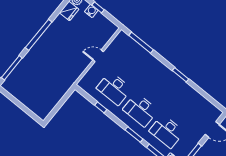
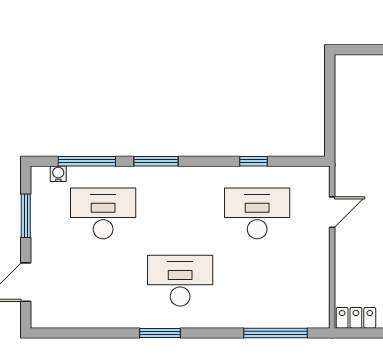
locker: (109, 25) -> (356, 318), added
door: (98, 56) -> (332, 212), moved
desk: (140, 110) -> (180, 281), moved

